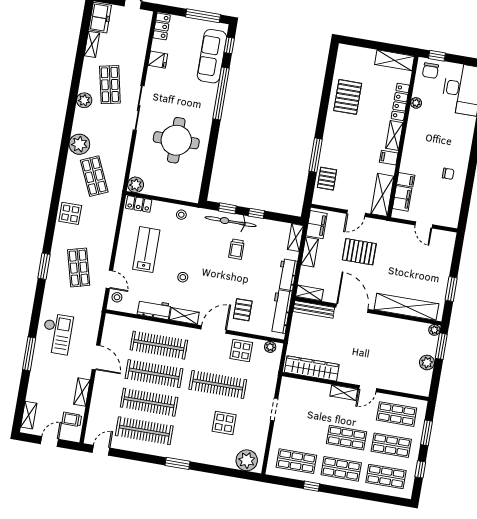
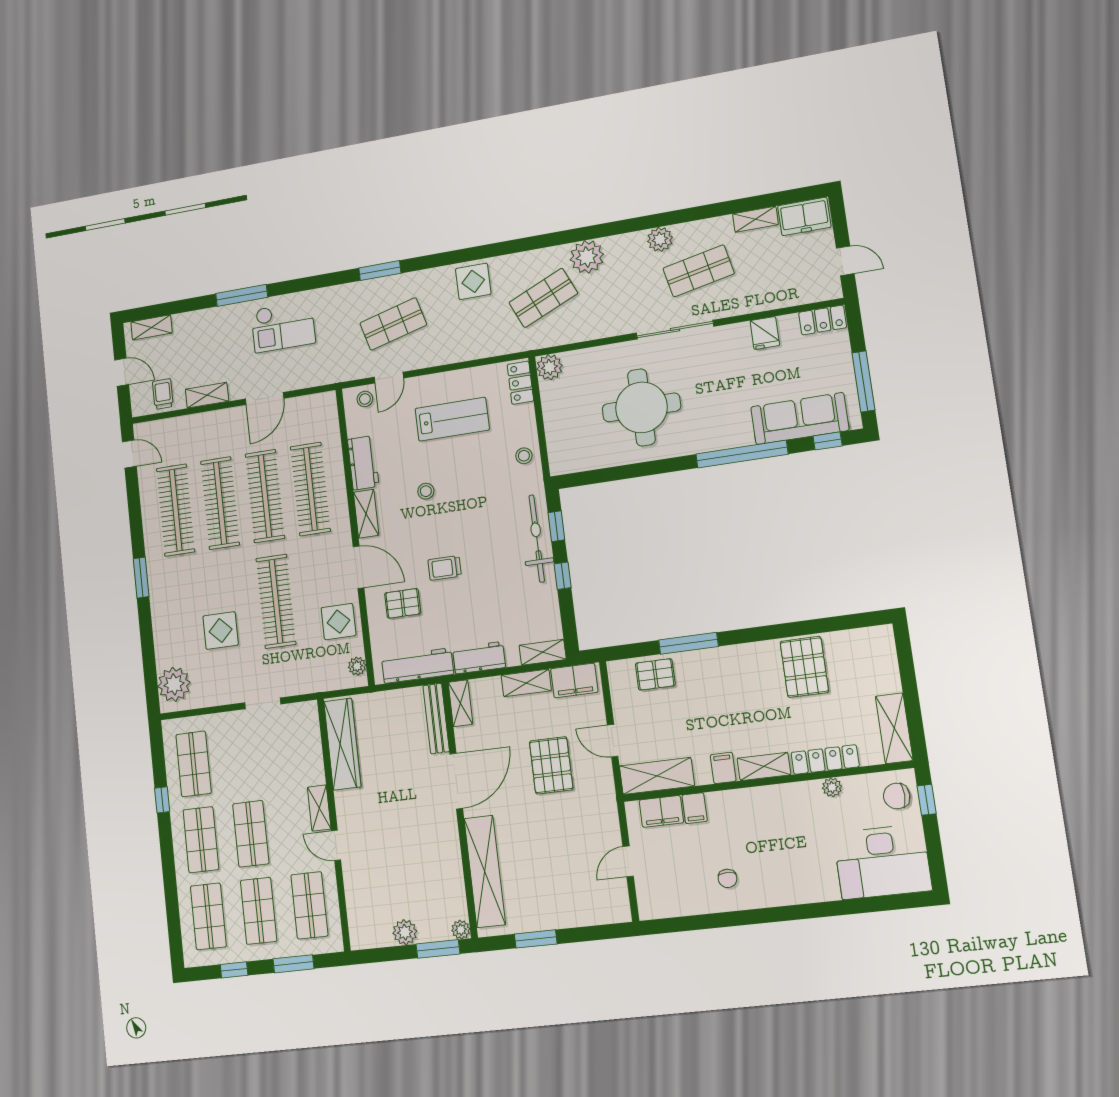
pallet: (348, 97) -> (804, 667), turned 90
trolley: (236, 249) -> (445, 568), moved

